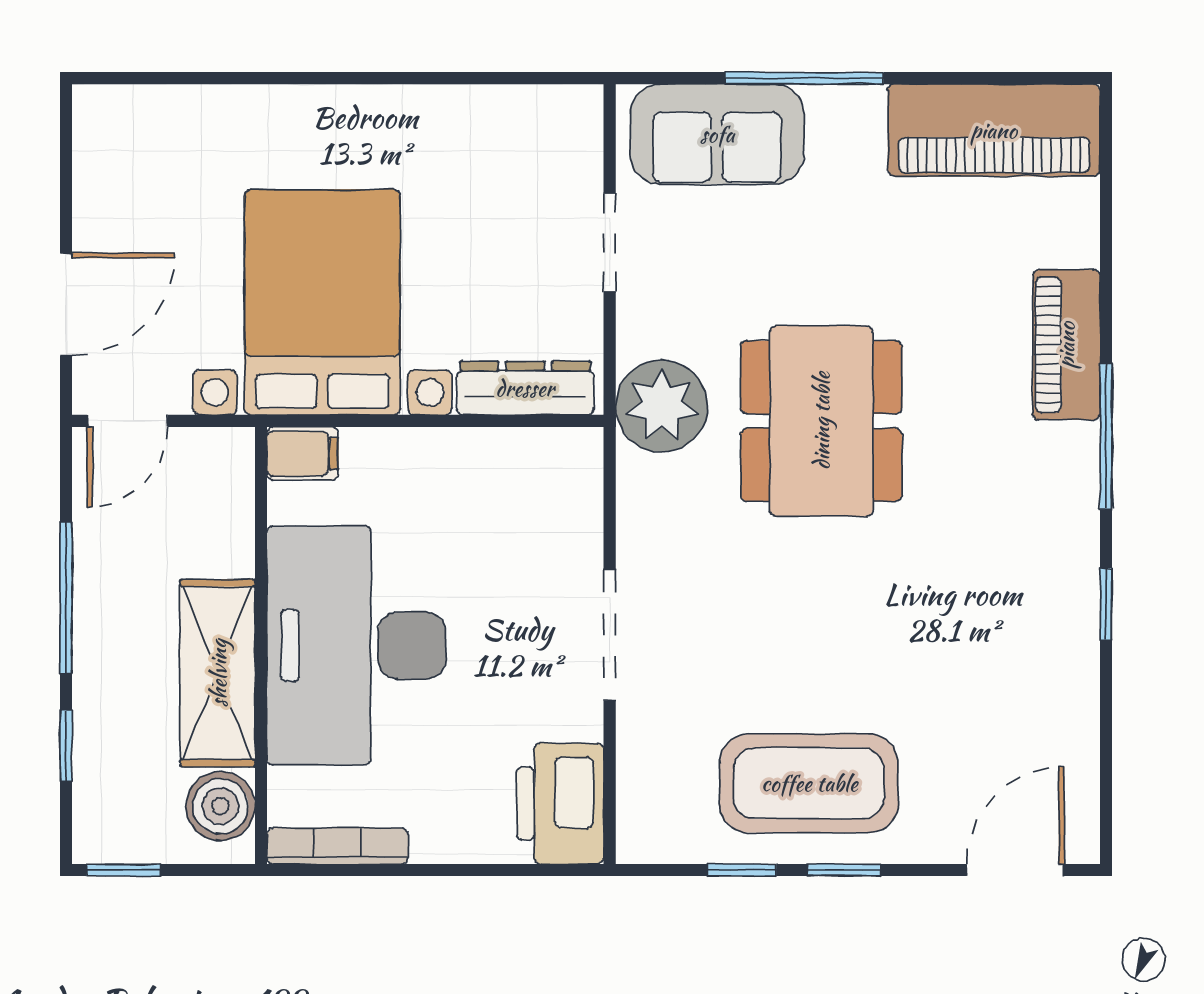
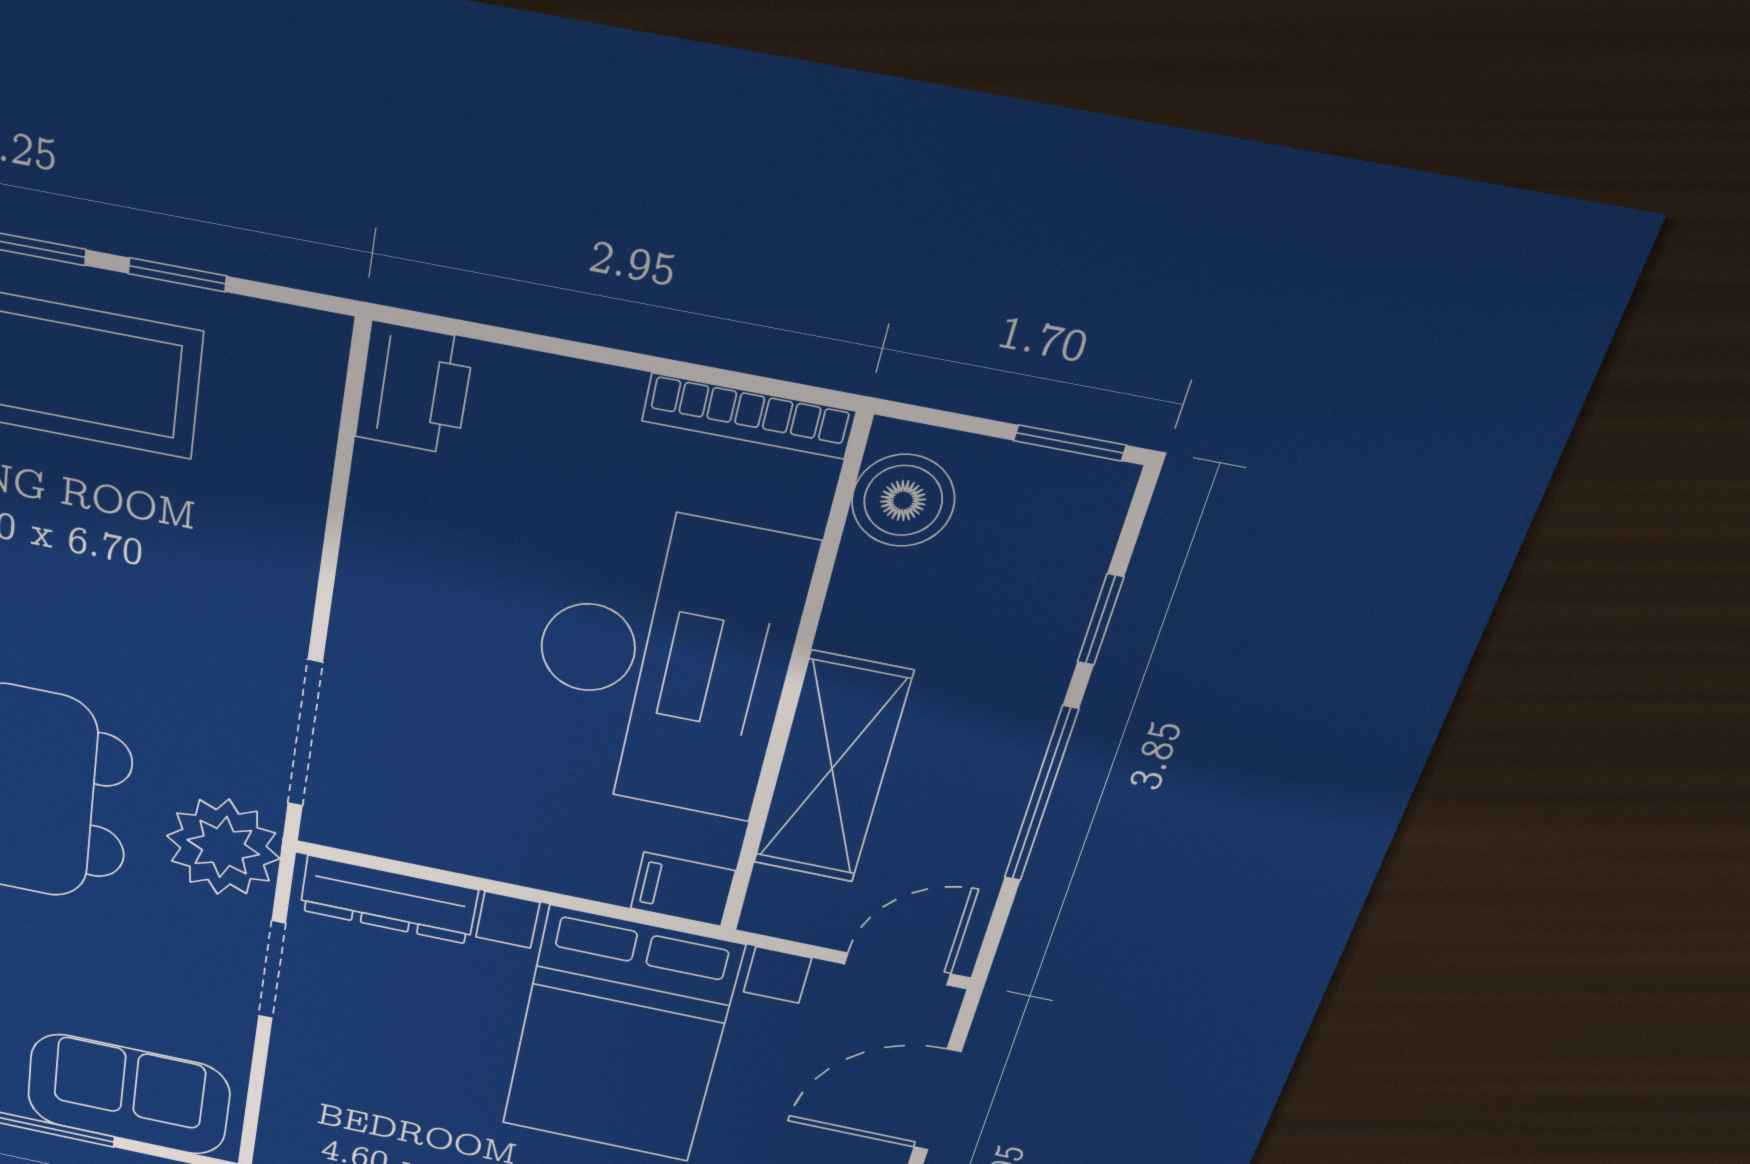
doorway: (610, 243) -> (272, 970), moved
doorway: (610, 635) -> (305, 734), moved
shelving: (218, 673) -> (832, 769), moved
printer: (560, 804) -> (414, 388), width x0.73, depth x0.84

